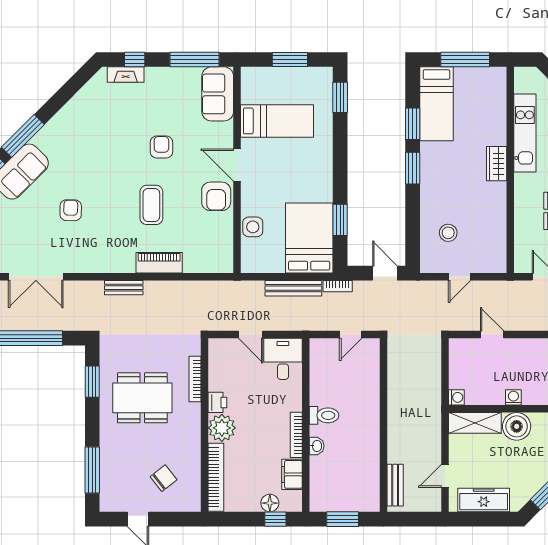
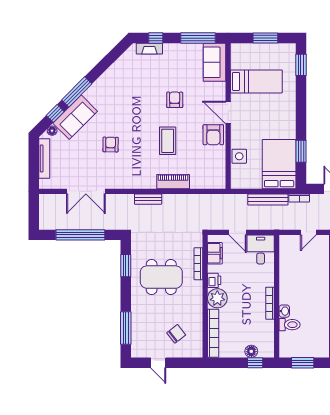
toilet: (324, 415) -> (290, 325), moved
filing cabinet: (292, 474) -> (215, 253), moved, turned 180

